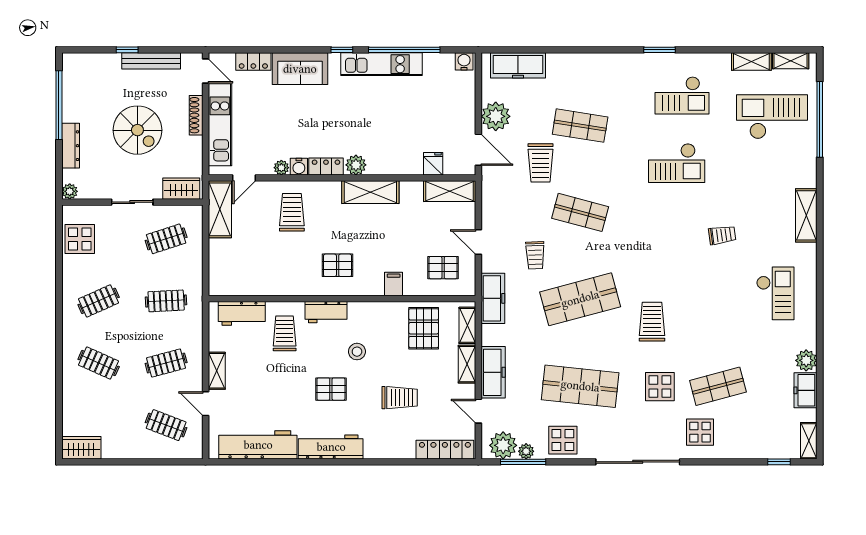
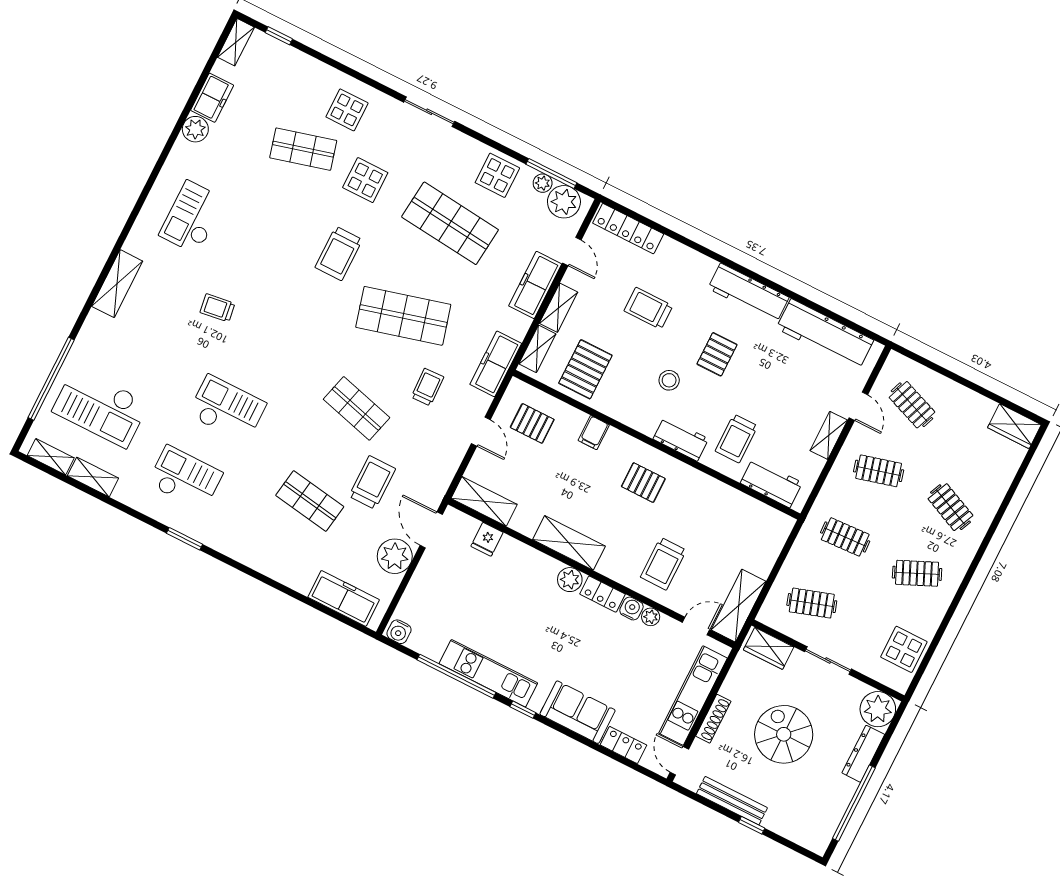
plant: (70, 191) -> (878, 709), width x1.88, depth x1.88
pallet: (331, 389) -> (717, 354), turned 90
sliding door: (638, 462) -> (429, 112), width x0.54

